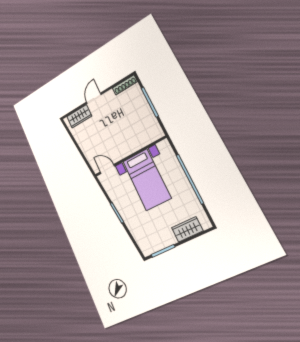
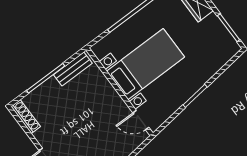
bench: (153, 123) -> (73, 69), added
door: (107, 169) -> (141, 120), hinge flipped

